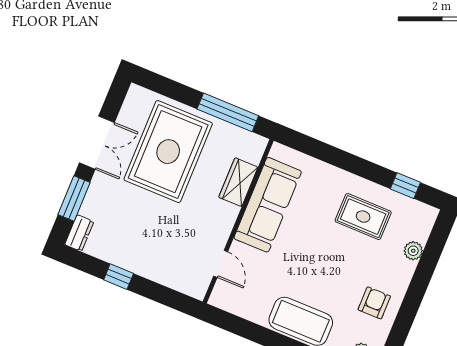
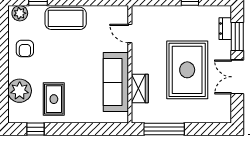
rug: (168, 152) -> (187, 70), moved
rug: (363, 217) -> (54, 99), turned 90
dresser: (79, 233) -> (225, 29), moved
plant: (413, 251) -> (20, 91), width x1.88, depth x1.88

